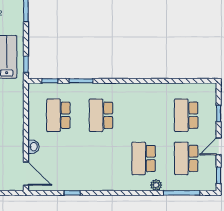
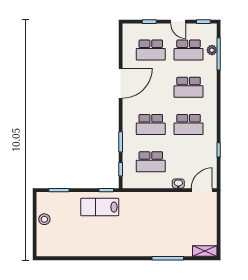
door: (148, 81) -> (121, 83), added
school desk: (101, 158) -> (189, 125), added
plant: (156, 185) -> (212, 50), moved

